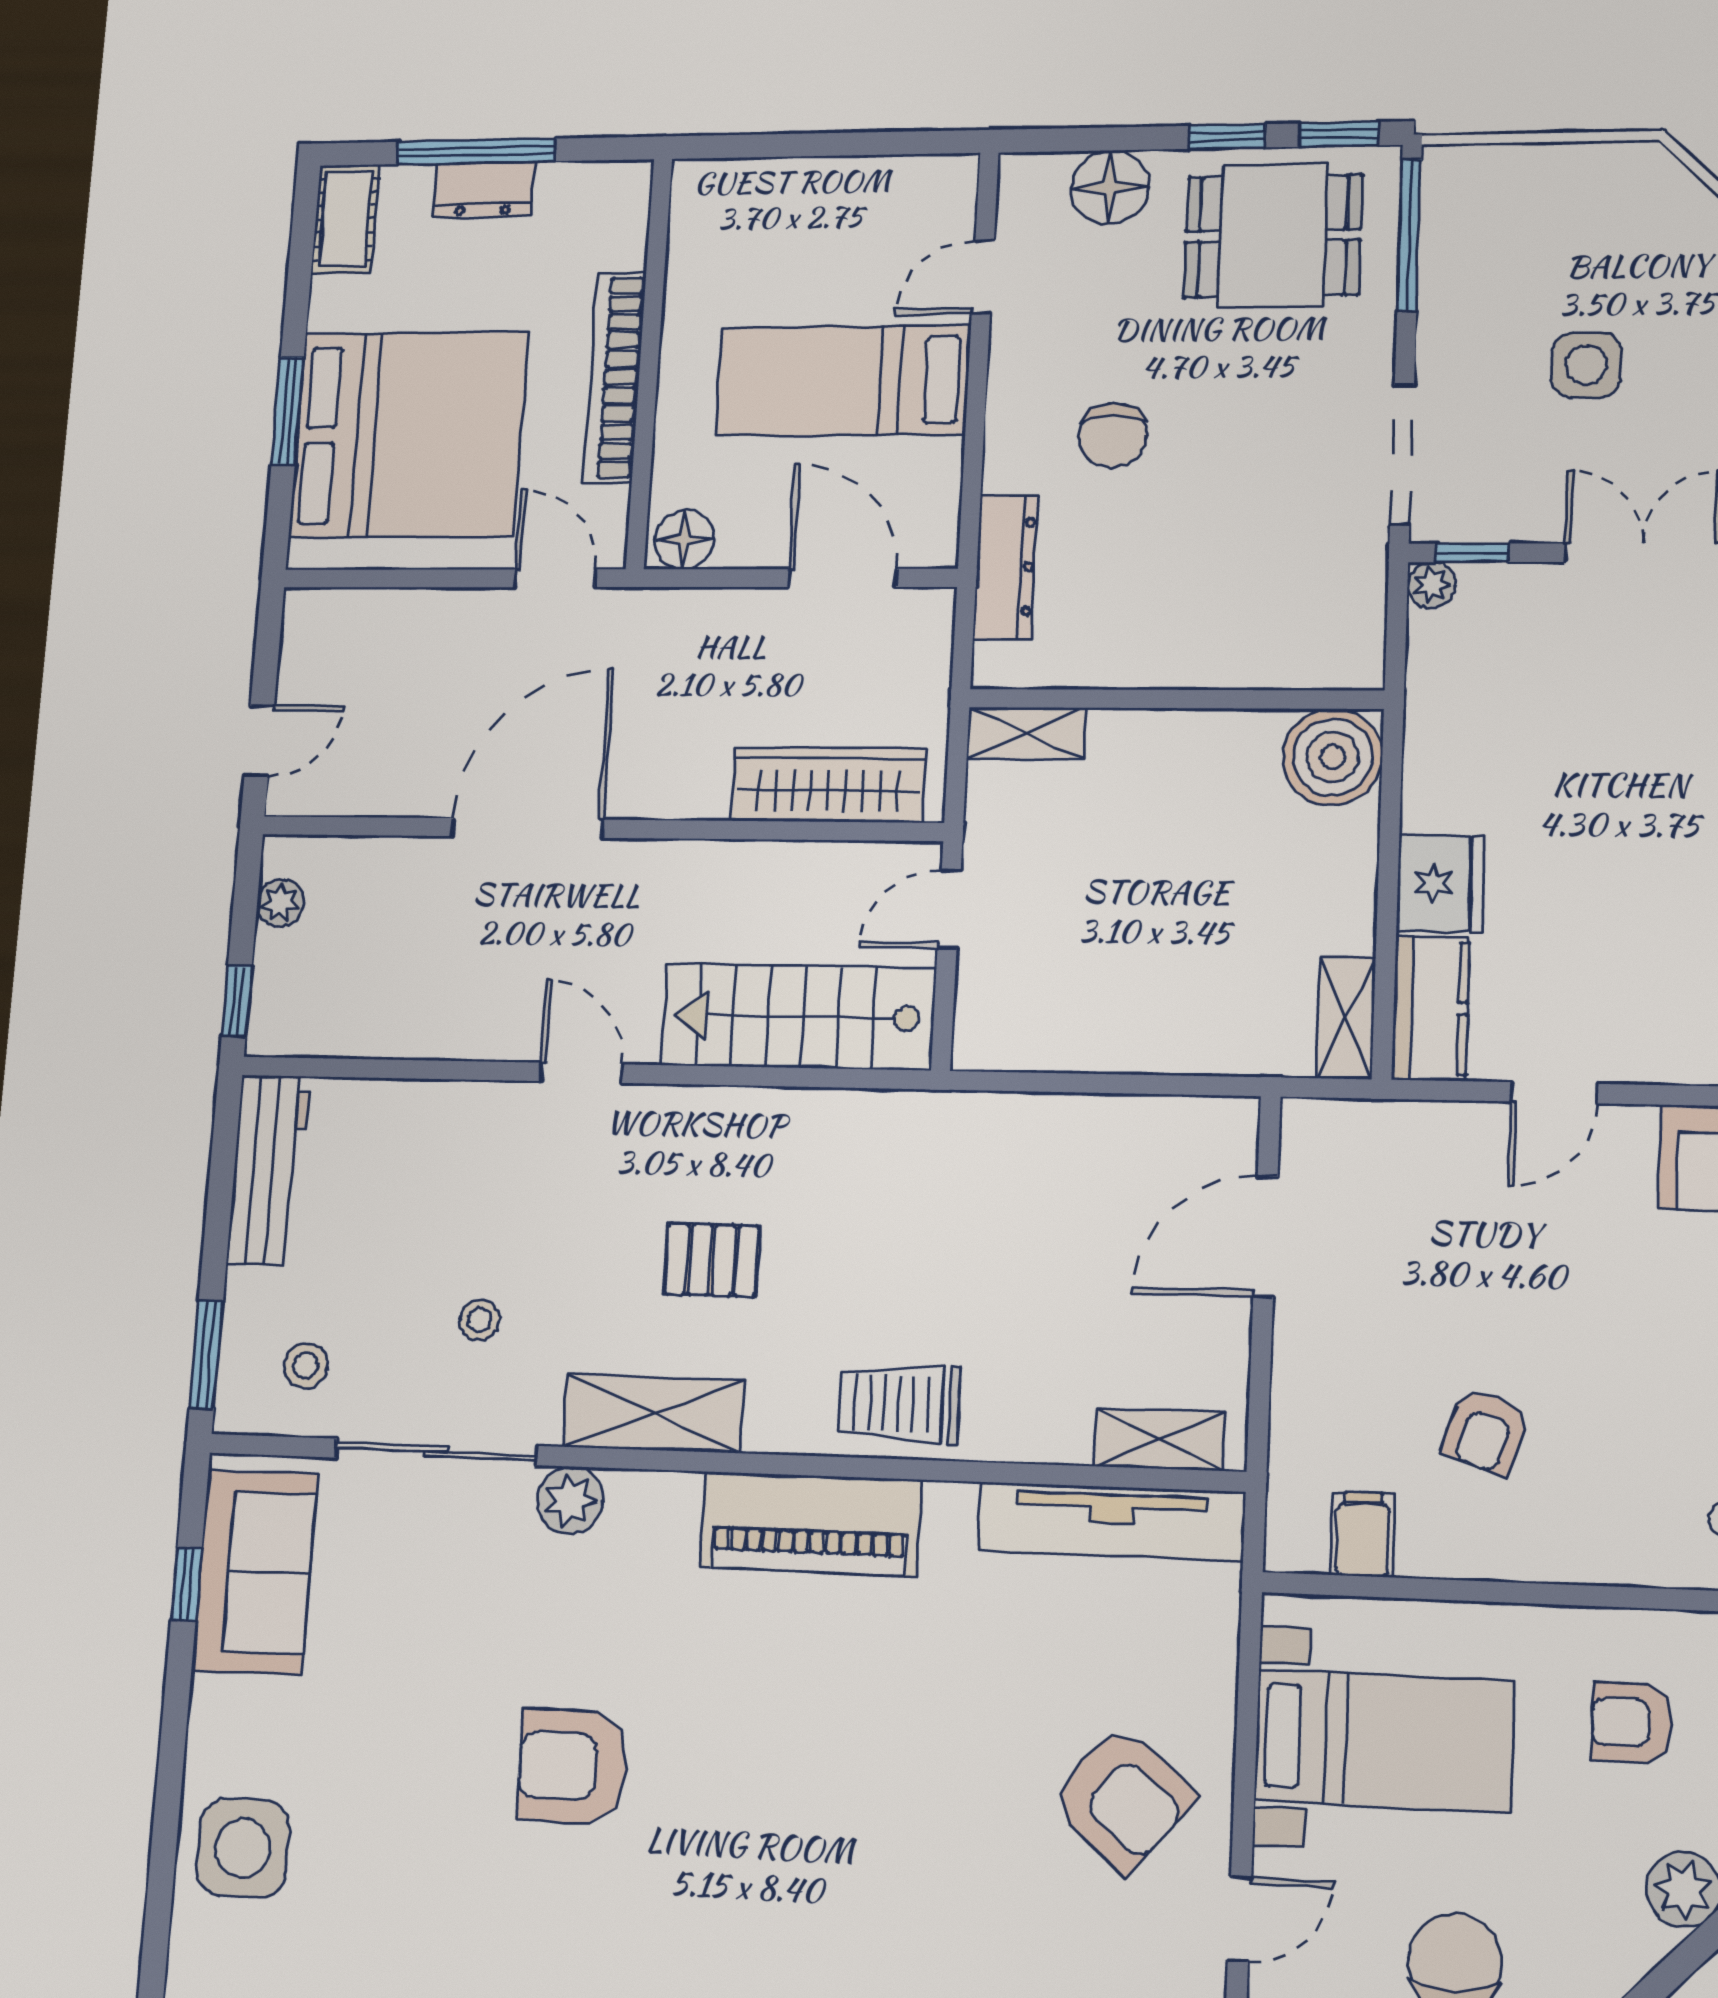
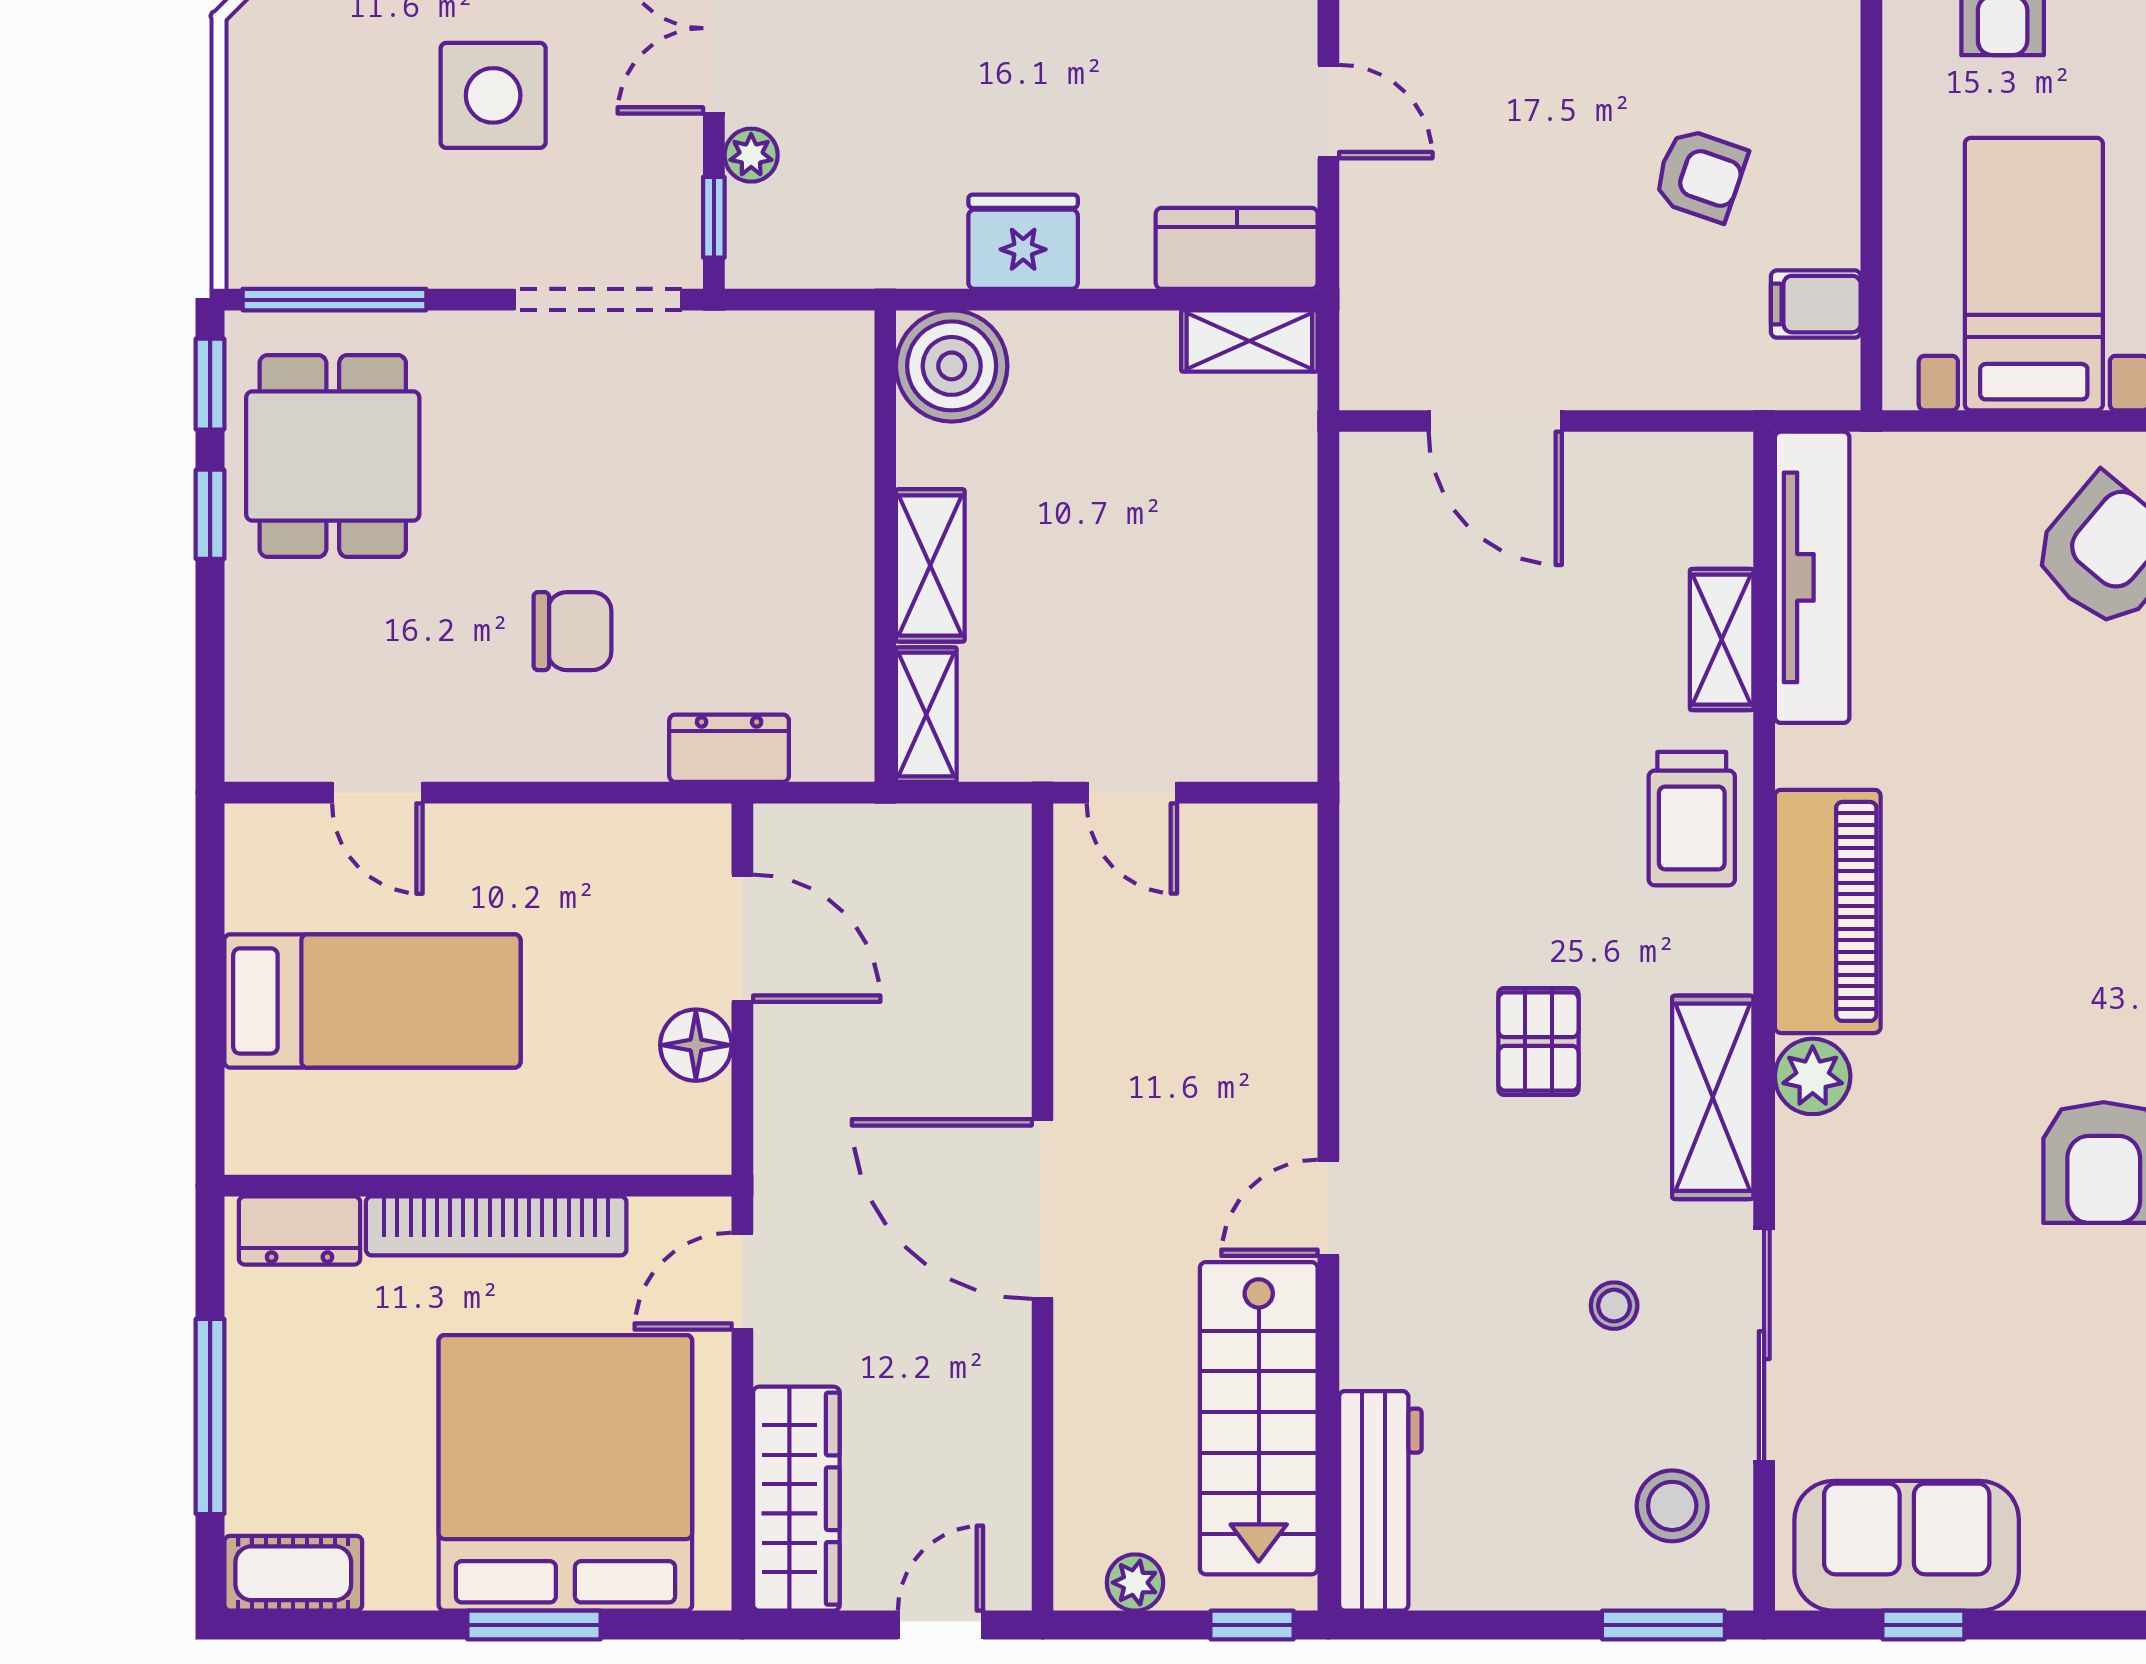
floor lamp: (1110, 187) -> (270, 648), removed
dresser: (484, 189) -> (300, 1230), moved, turned 90
side table: (1586, 365) -> (493, 95), width x1.37, depth x1.37
bed: (843, 381) -> (372, 1001), moved, turned -90
floor lamp: (684, 540) -> (696, 1045), moved
dresser: (1006, 567) -> (729, 748), width x0.70
door: (842, 578) -> (742, 938), swing flipped
plant: (1432, 585) -> (751, 155), moved
shelving: (1156, 737) -> (930, 565), added
door: (259, 741) -> (941, 1625), hinge flipped
wardrobe: (828, 785) -> (796, 1499), moved, turned 180
door: (527, 828) -> (1042, 1209), moved
fridge: (1440, 883) -> (1023, 242), moved
stairs: (798, 1017) -> (1259, 1418), moved
workbench: (268, 1170) -> (1380, 1501), moved, turned 90
stool: (306, 1366) -> (1672, 1506), width x1.37, depth x1.37
shelving: (1159, 1440) -> (1722, 640), moved
plant: (570, 1500) -> (1813, 1076), moved

